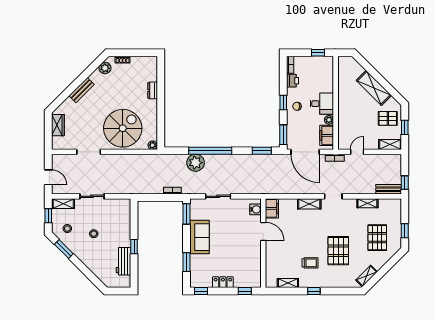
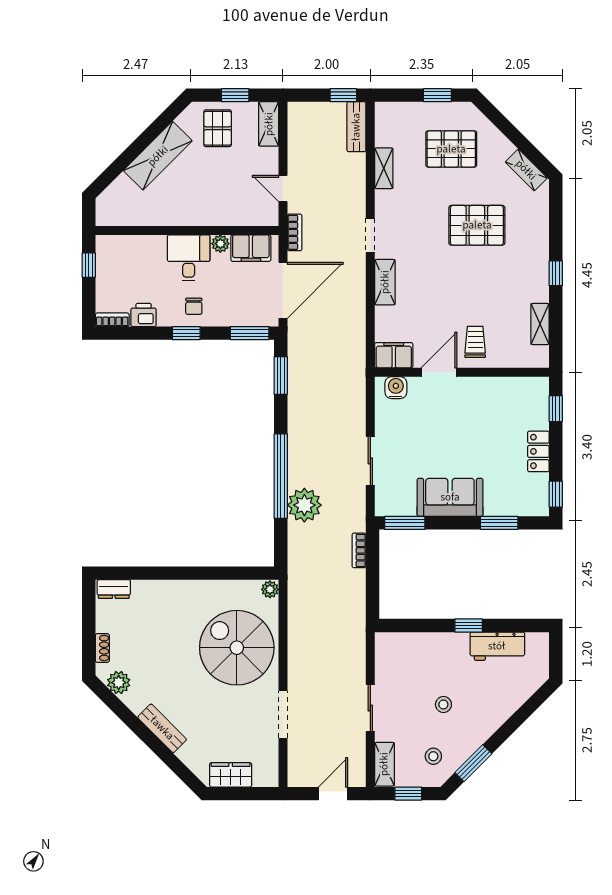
dresser: (153, 90) -> (114, 589), moved
trolley: (310, 263) -> (475, 342), moved

